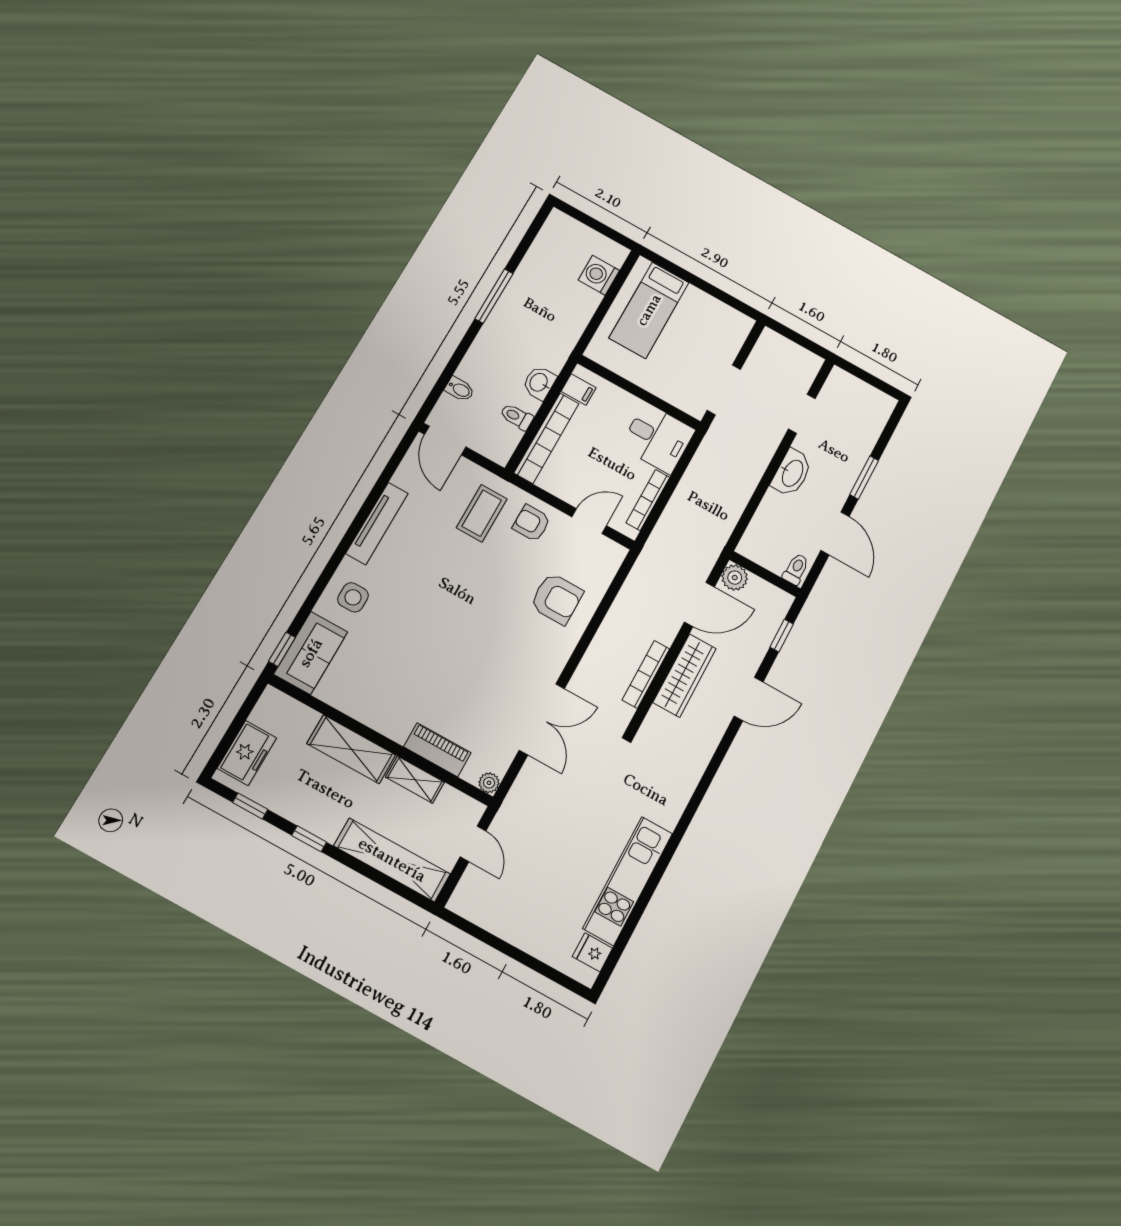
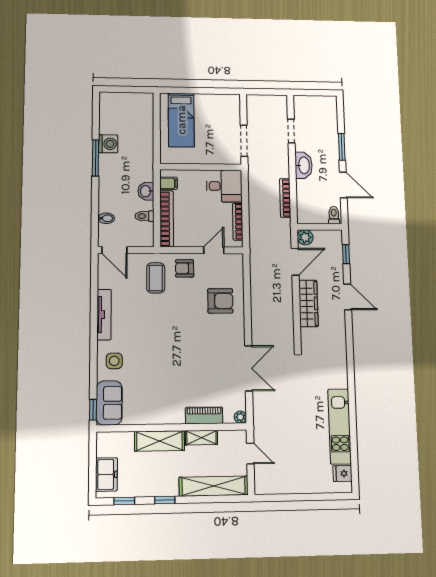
washing machine: (599, 275) -> (108, 144), moved, turned 180
bookcase: (646, 674) -> (285, 198), moved
door: (749, 699) -> (348, 297), hinge flipped

